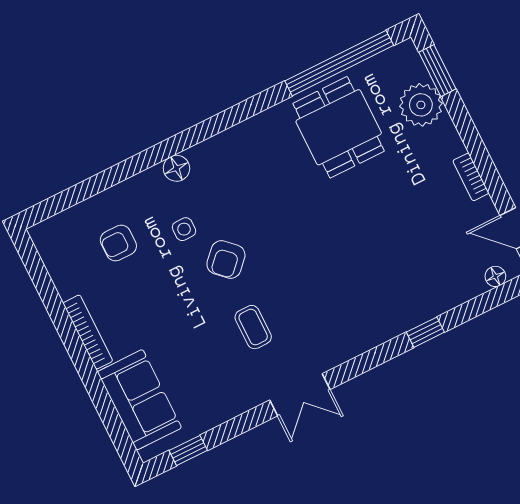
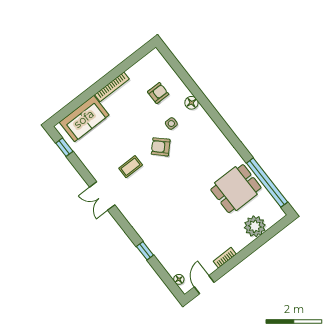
window: (437, 71) -> (273, 231), removed
floor lamp: (176, 168) -> (191, 103), moved
armchair: (118, 243) -> (158, 93), turned 90

